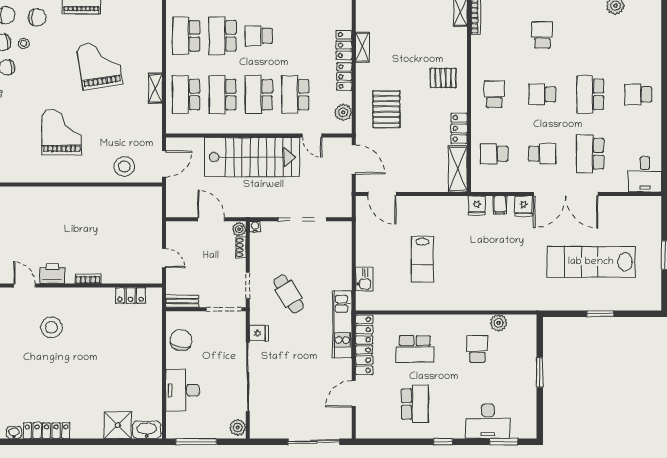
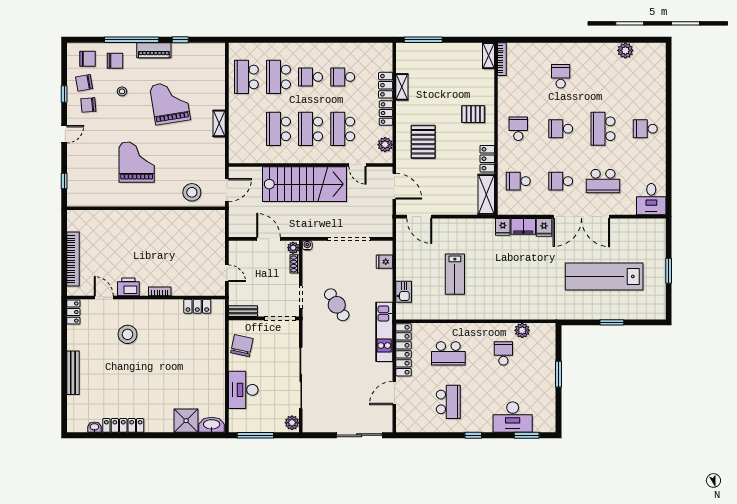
stool: (24, 43) -> (122, 91), moved
school desk: (186, 95) -> (343, 77), moved, width x0.54
school desk: (542, 154) -> (561, 181), turned 180
school desk: (590, 154) -> (603, 181), turned -90
filing cabinet: (500, 205) -> (523, 226), width x2.00
fridge: (259, 333) -> (384, 262), moved, turned 180

